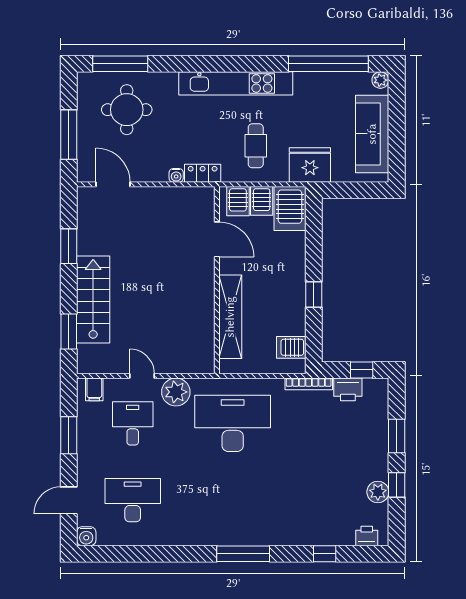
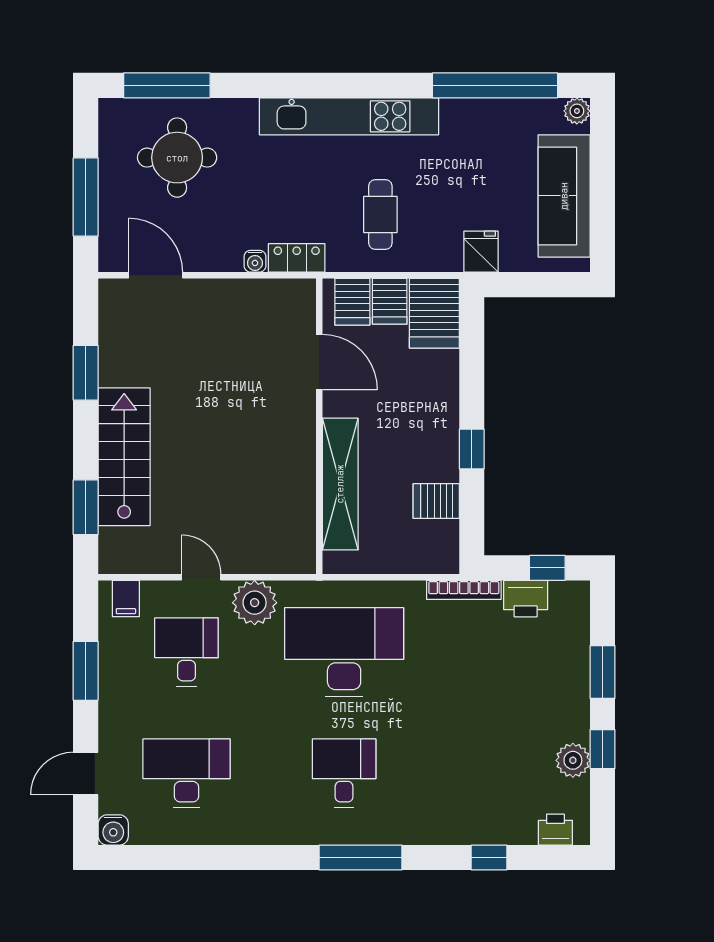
fridge: (310, 165) -> (481, 252), width x0.53, depth x0.75
server rack: (291, 347) -> (436, 501), moved
desk: (233, 500) -> (344, 773), added

